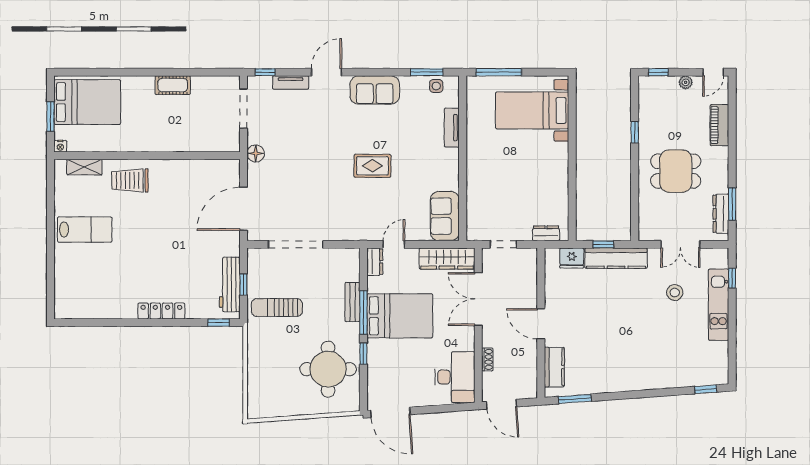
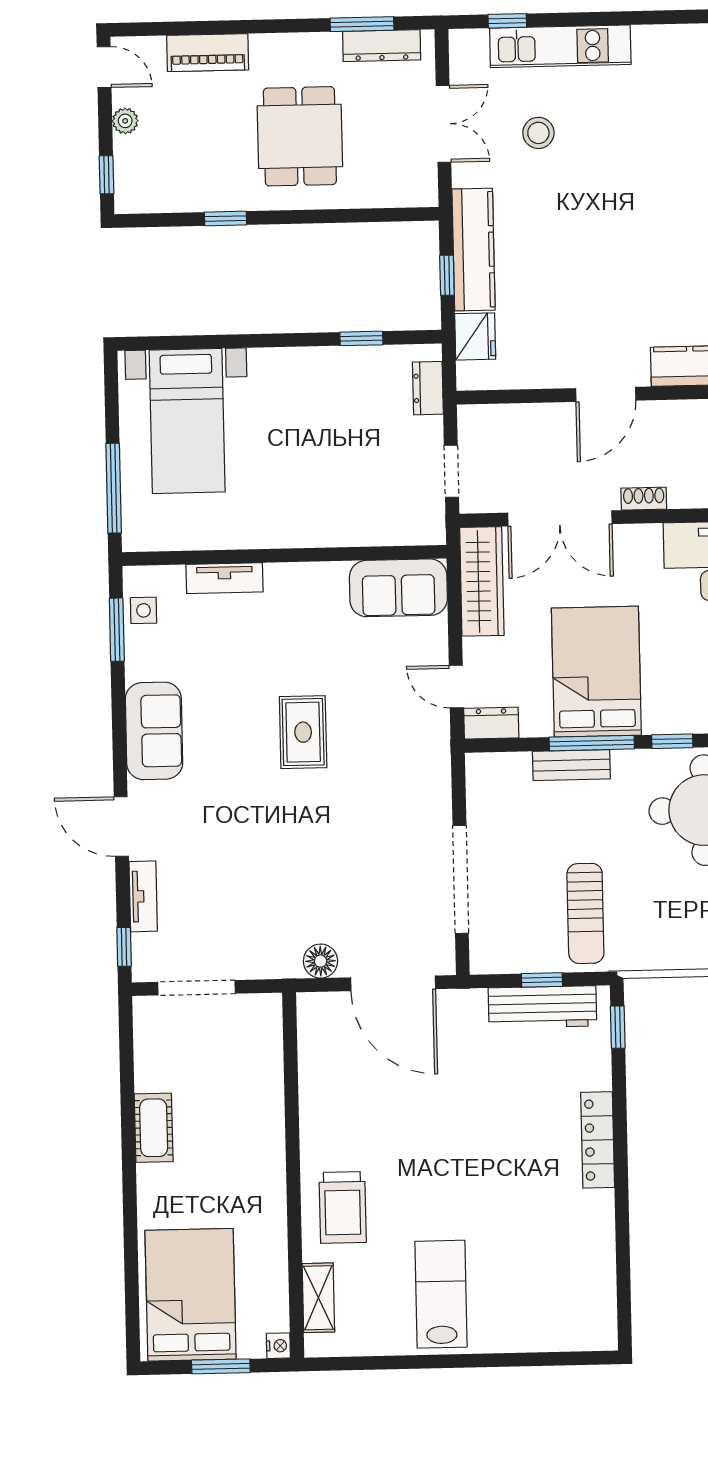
floor lamp: (256, 153) -> (320, 961), moved
window: (572, 200) -> (361, 338), added
shoe rack: (487, 359) -> (644, 499), moved

